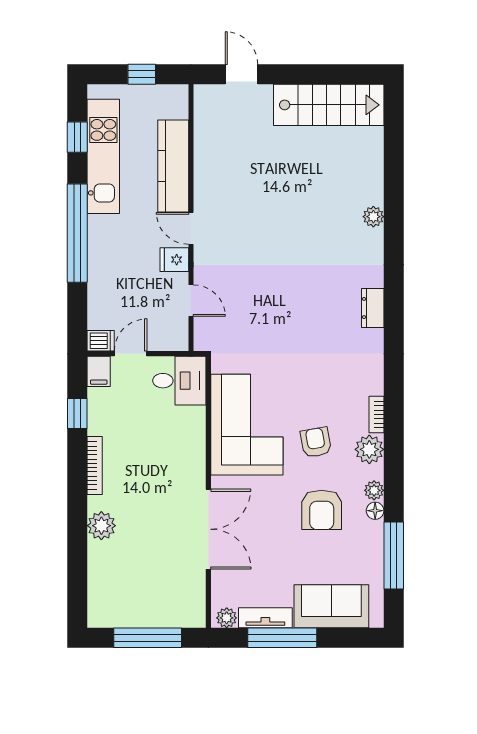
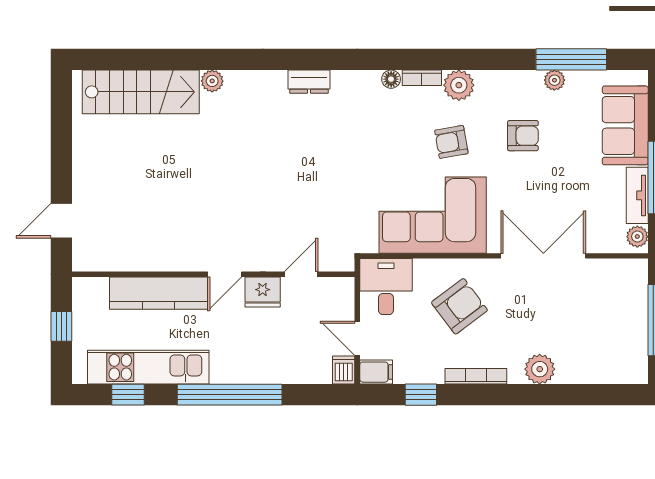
stairs: (329, 105) -> (141, 92), moved, turned 90
fridge: (174, 260) -> (263, 292), width x1.38
armchair: (161, 450) -> (459, 306), added
plant: (374, 490) -> (554, 80), moved
armchair: (322, 510) -> (523, 136), width x0.72, depth x0.72
floor lamp: (375, 511) -> (391, 79), moved

